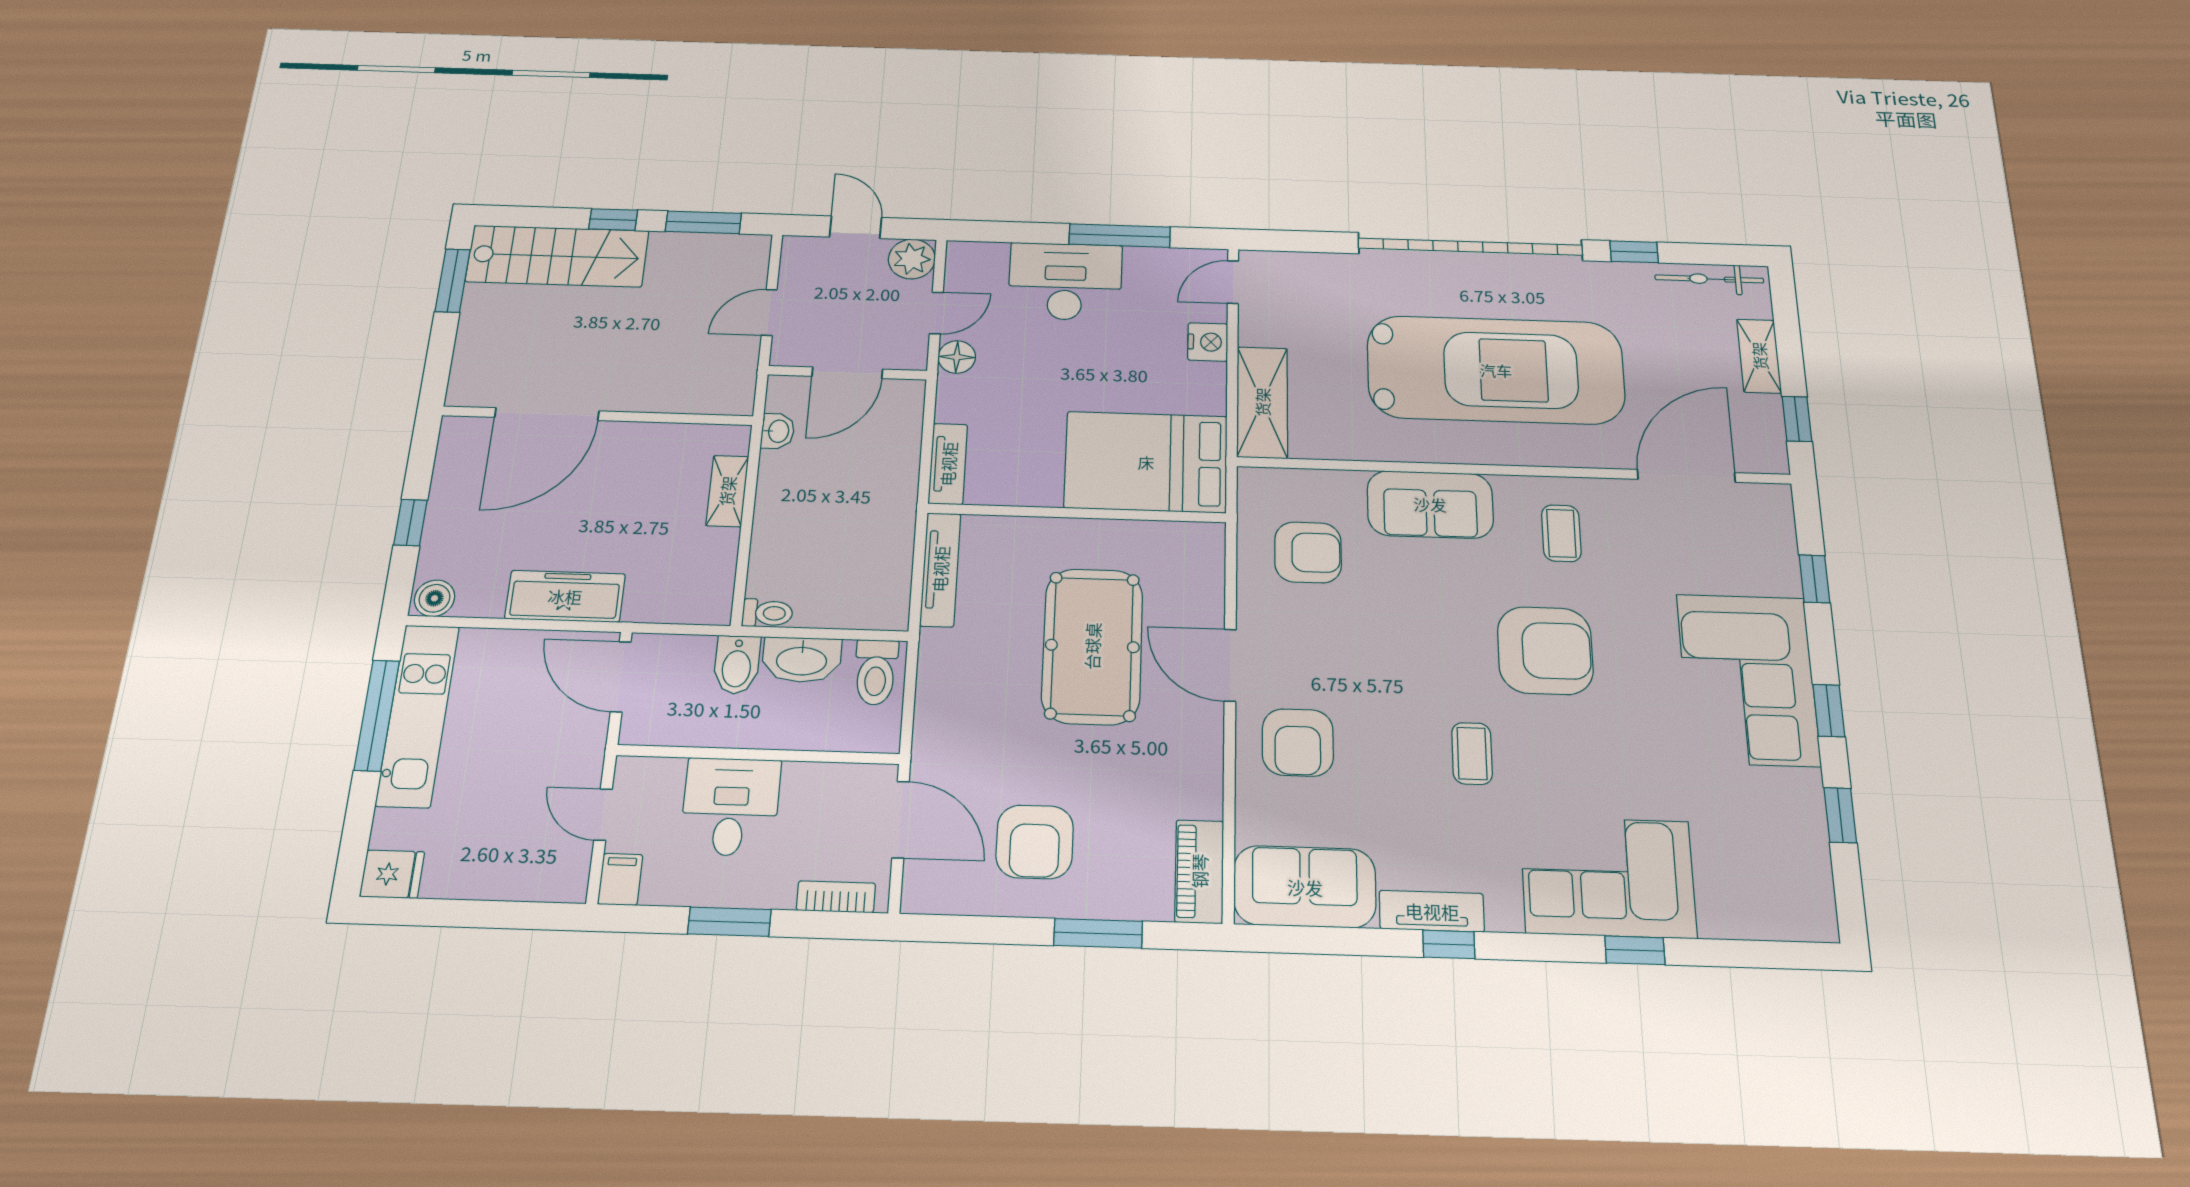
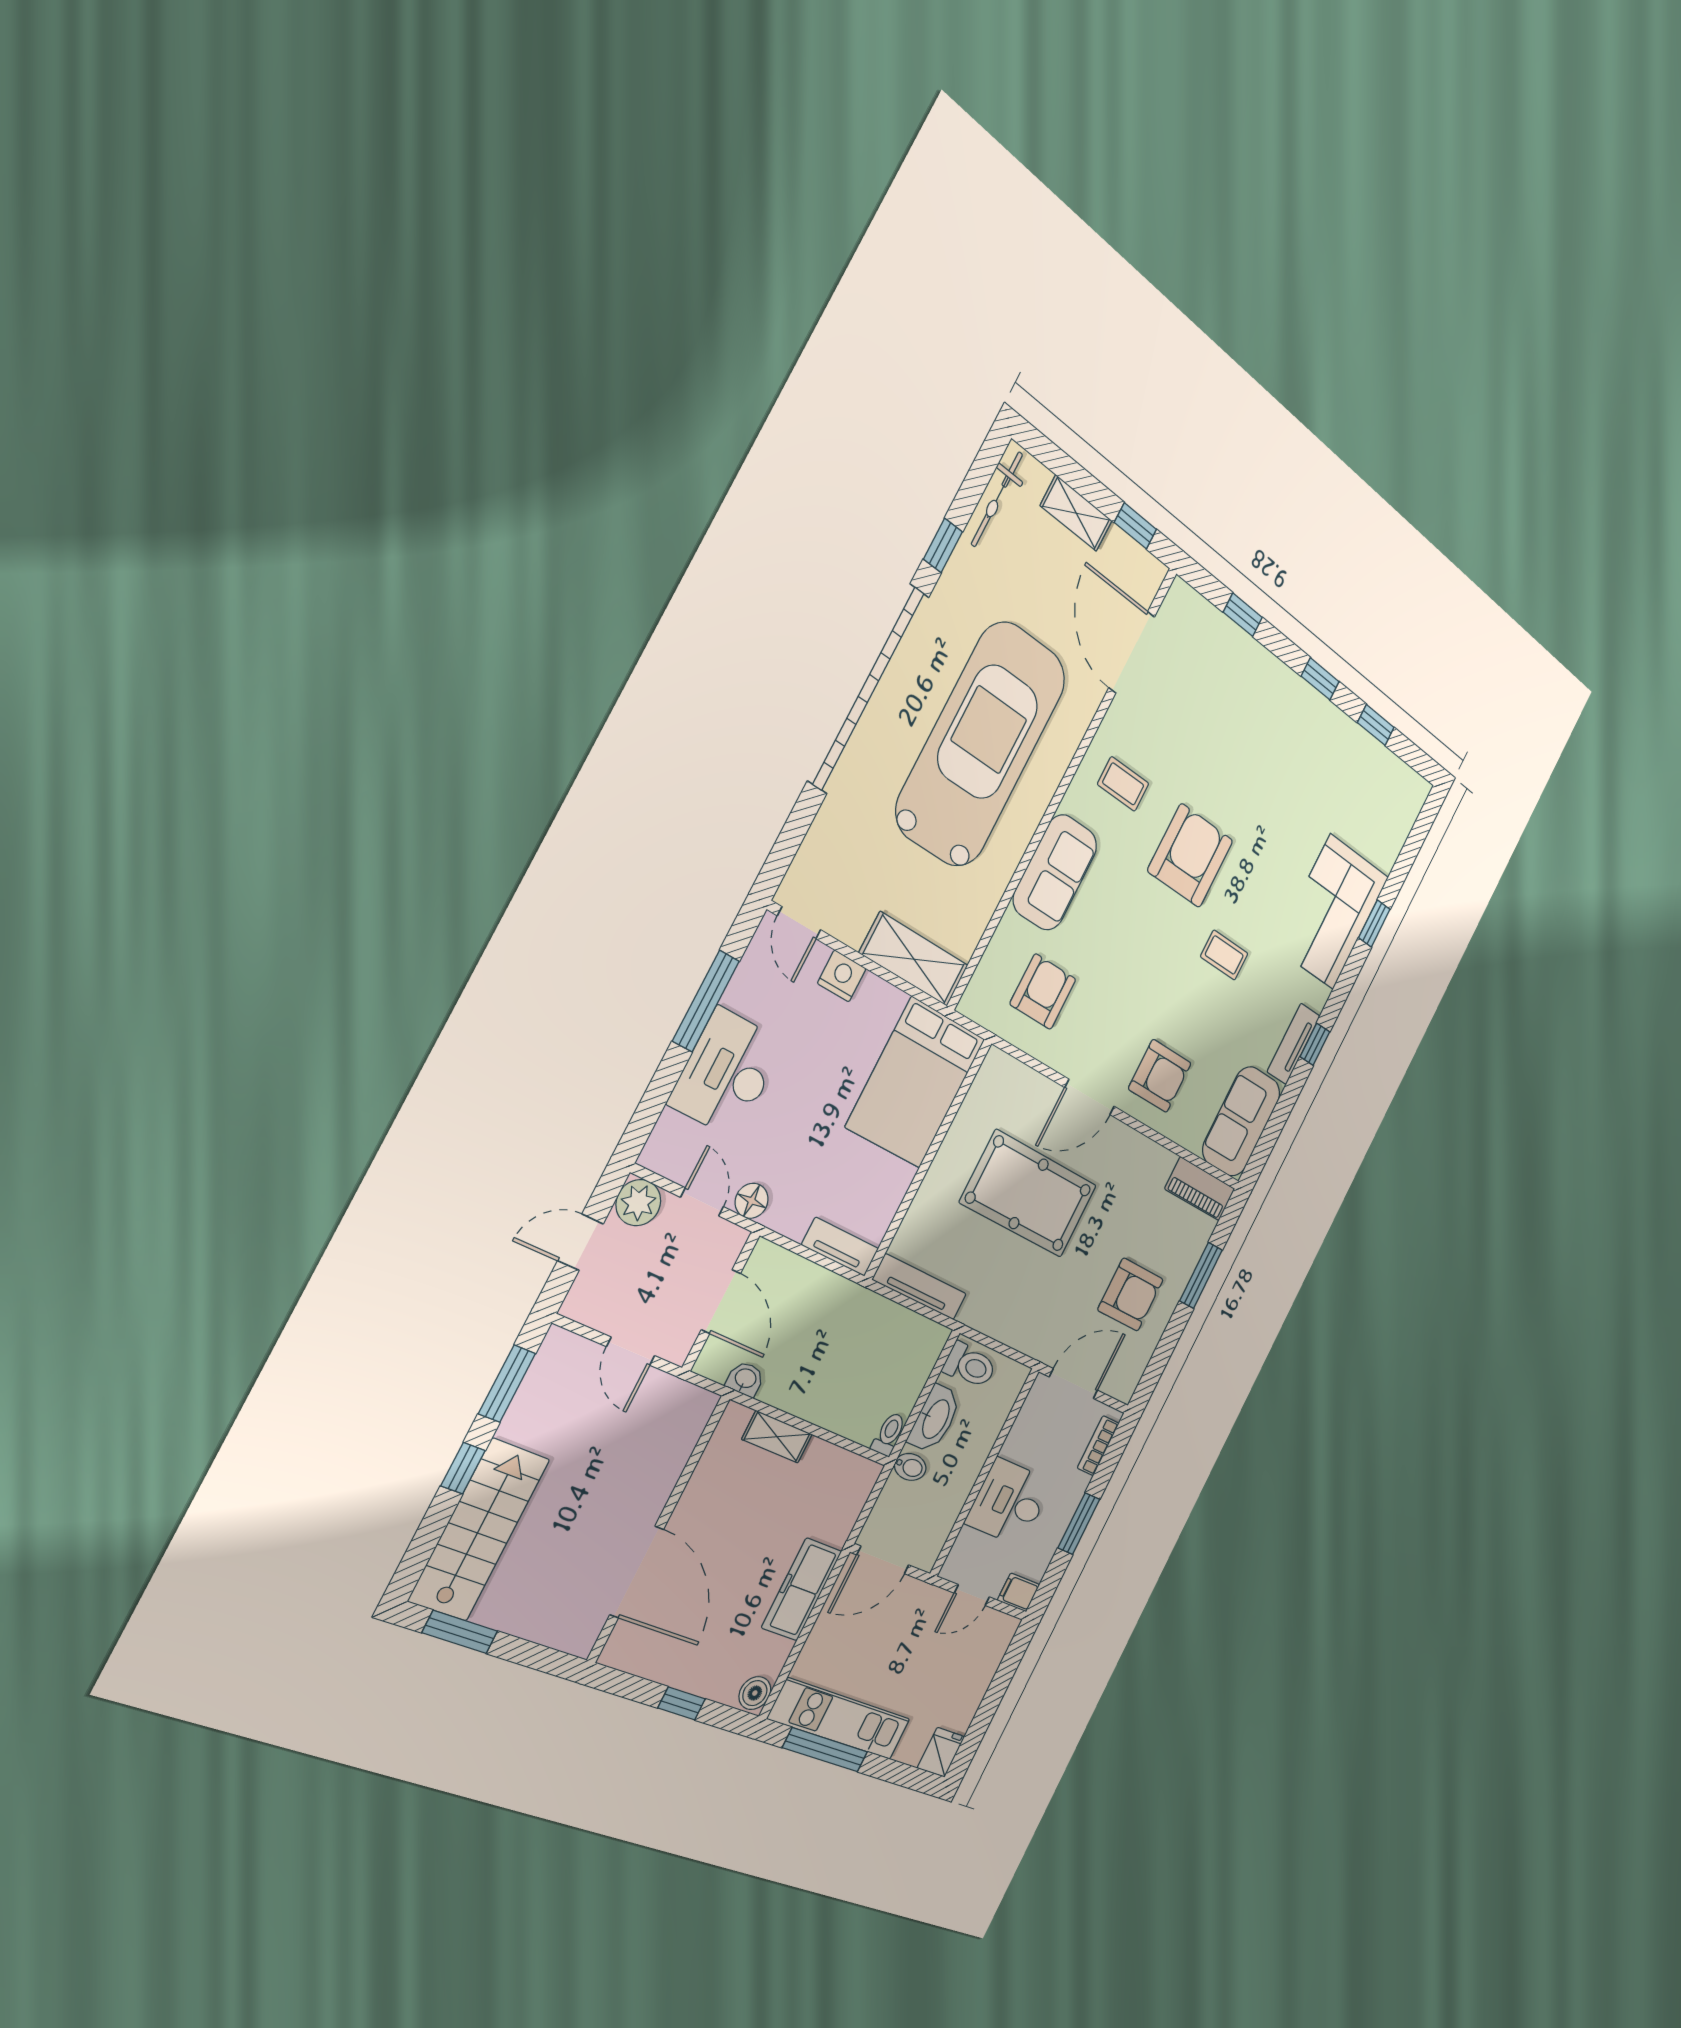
bidet: (737, 665) -> (910, 1467), width x0.72, depth x0.74
corner sofa: (1748, 679) -> (1276, 721), removed

